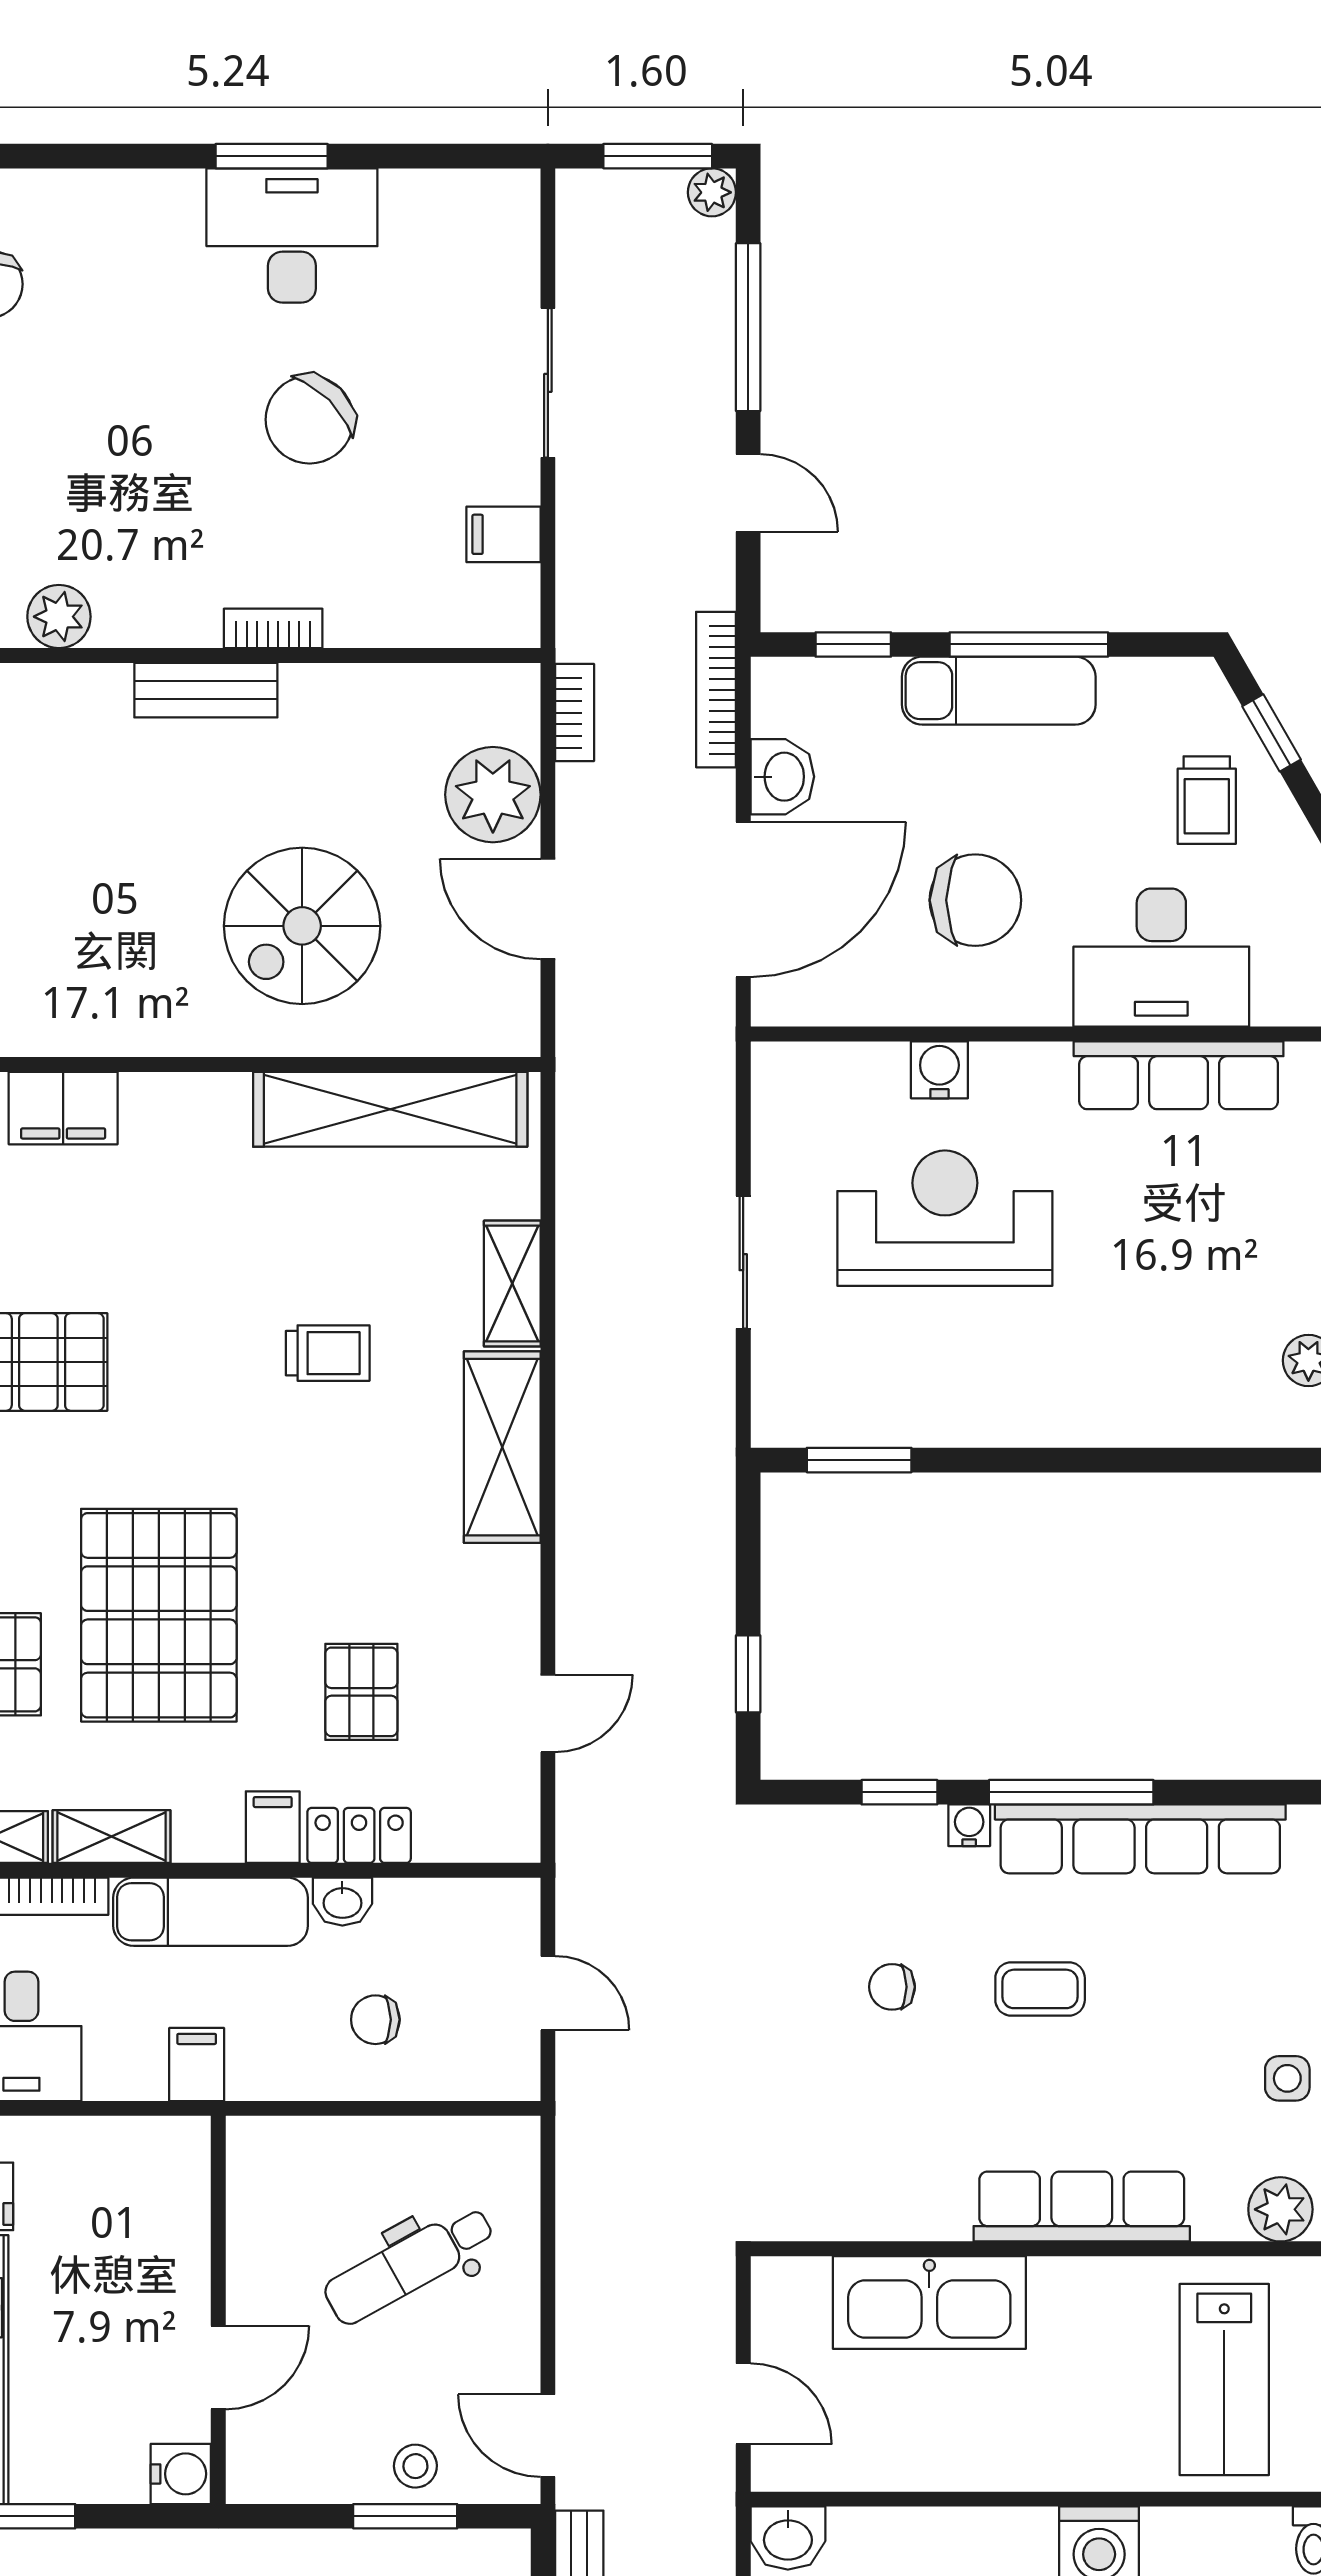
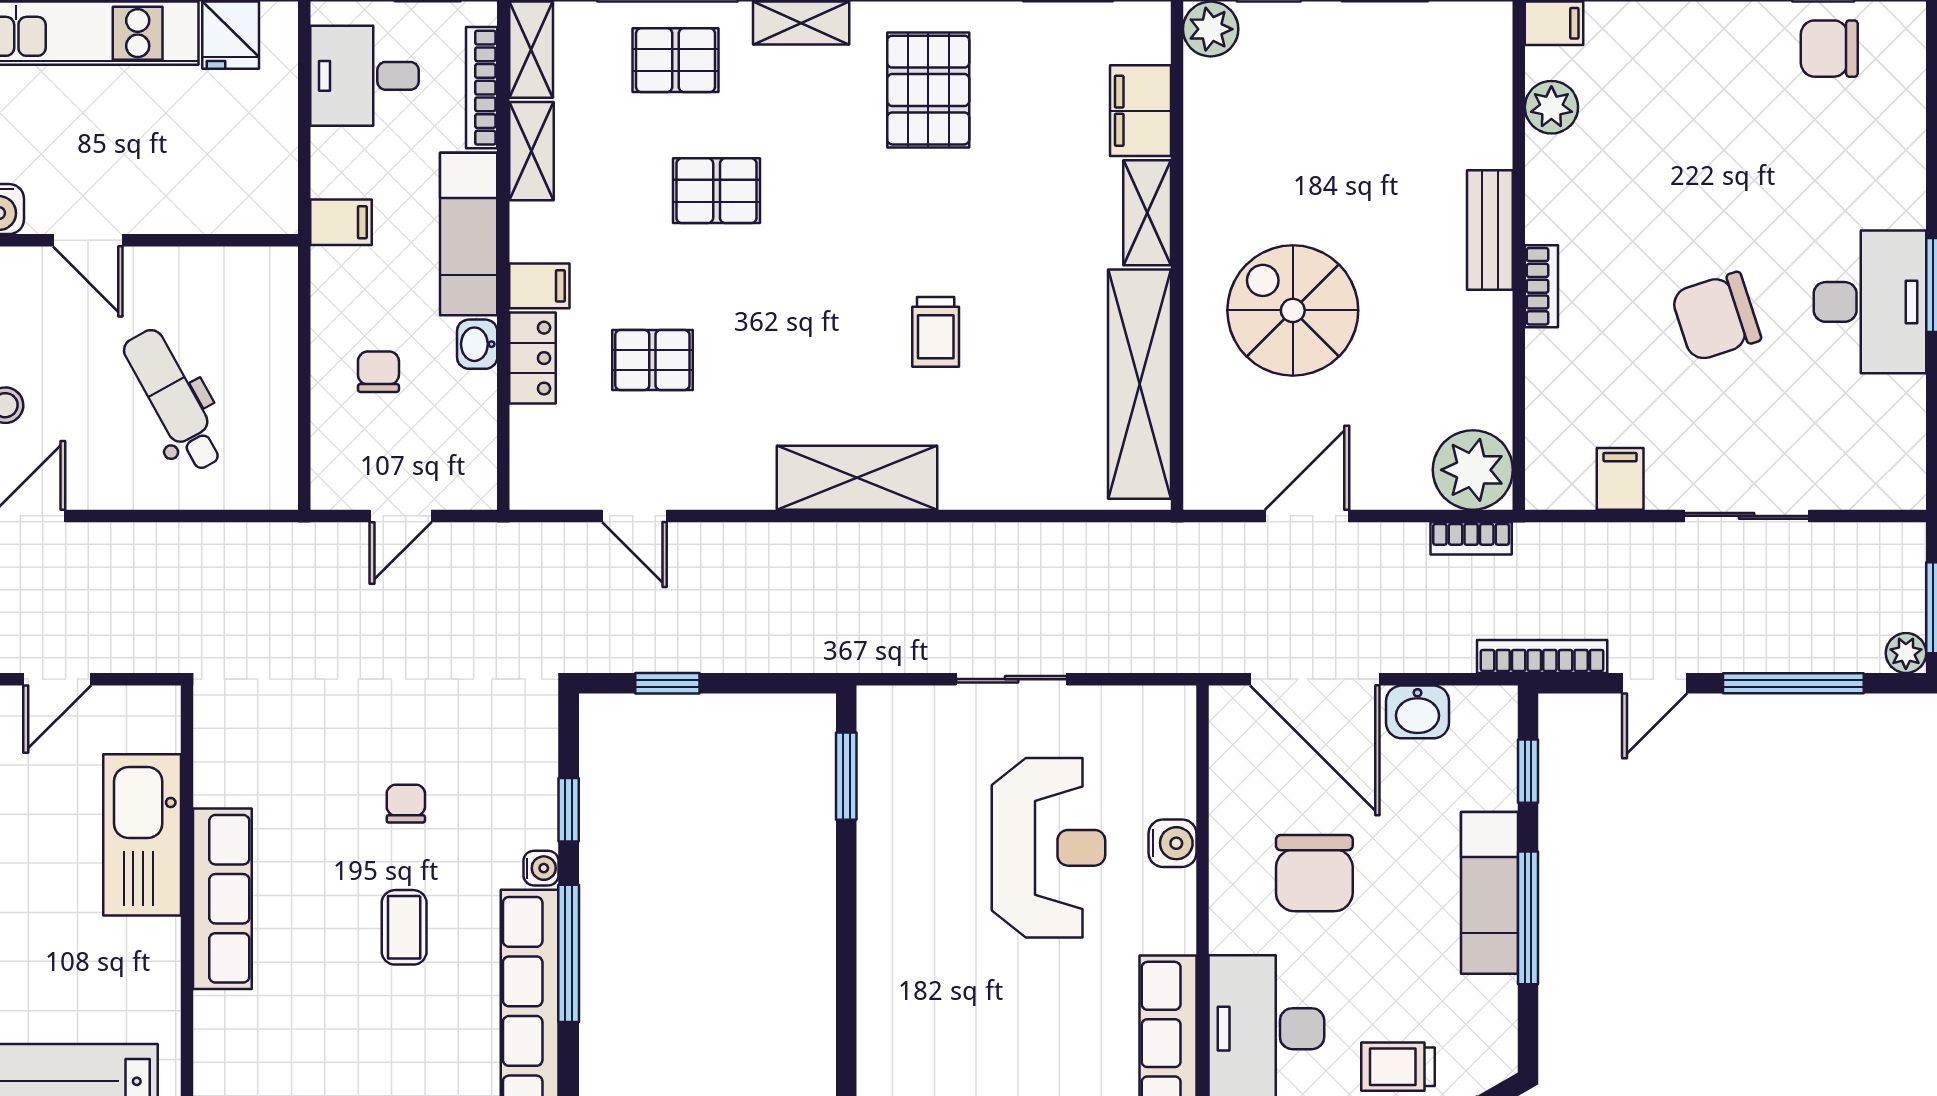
chair: (310, 420) -> (1716, 317), turned -63
bookcase: (716, 690) -> (1542, 656), moved
plant: (493, 795) -> (1473, 470), moved
shelving: (512, 1284) -> (1147, 213), moved, turned 90
pallet: (159, 1615) -> (717, 191), width x0.49, depth x0.50
row of seats: (1082, 2207) -> (222, 899), moved

